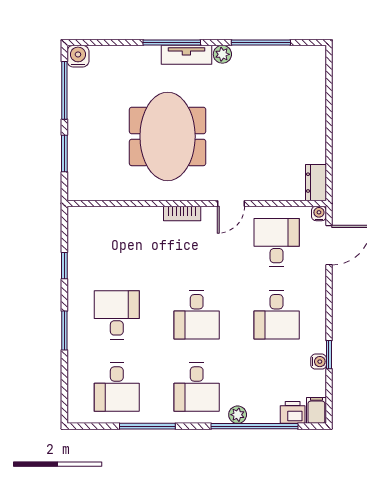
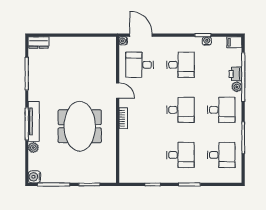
plant: (222, 54) -> (33, 148), moved
tv unit: (186, 55) -> (34, 121), width x1.41
meeting table: (168, 136) -> (80, 126), turned 90
dresser: (316, 183) -> (39, 43), moved
desk: (117, 315) -> (180, 155), turned 180
printer: (293, 412) -> (235, 74), moved

